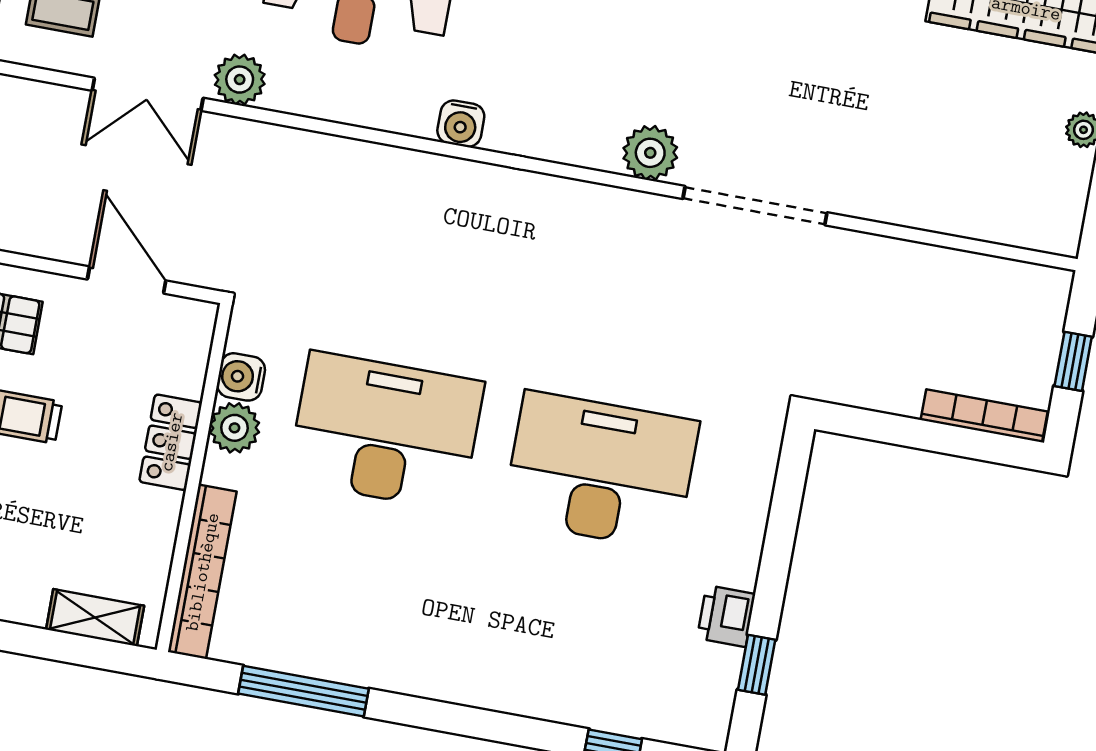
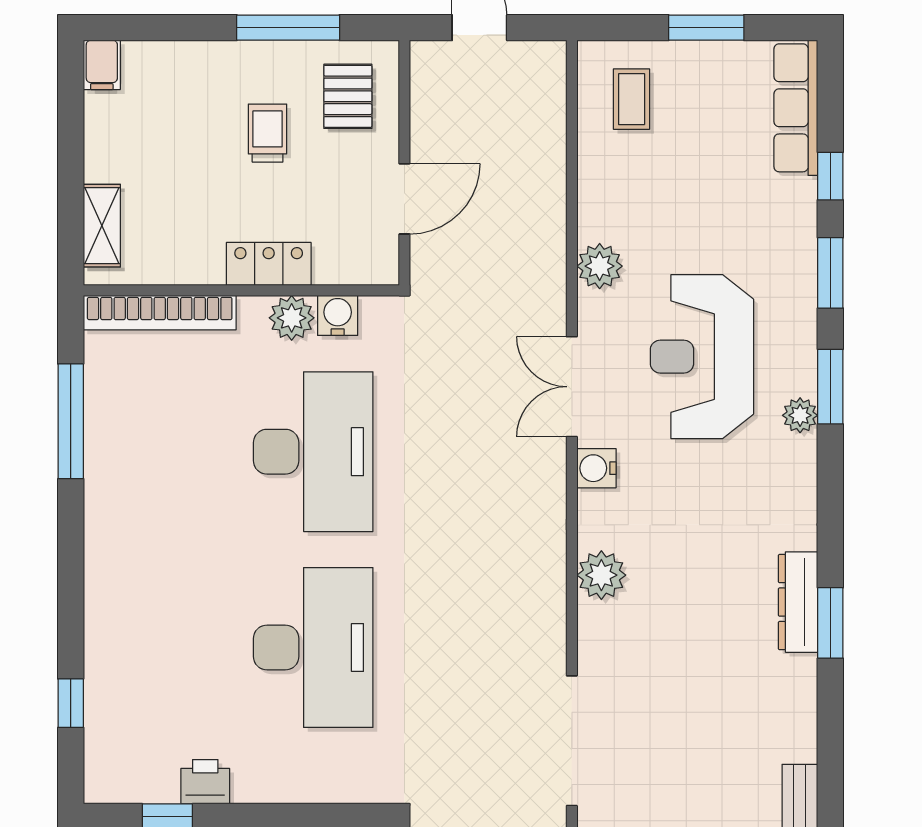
double door: (148, 94) -> (572, 387), moved
plant: (650, 153) -> (601, 575), moved

